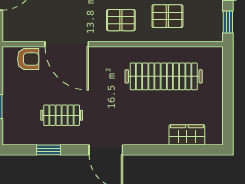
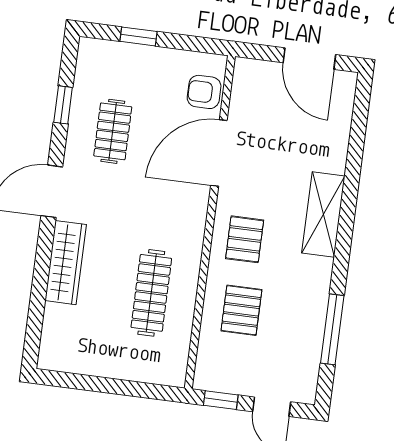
armchair: (28, 59) -> (204, 92), turned 90
clothes rail: (164, 76) -> (151, 293), width x0.73, depth x0.76
wardrobe: (187, 135) -> (66, 263), moved, width x1.50

